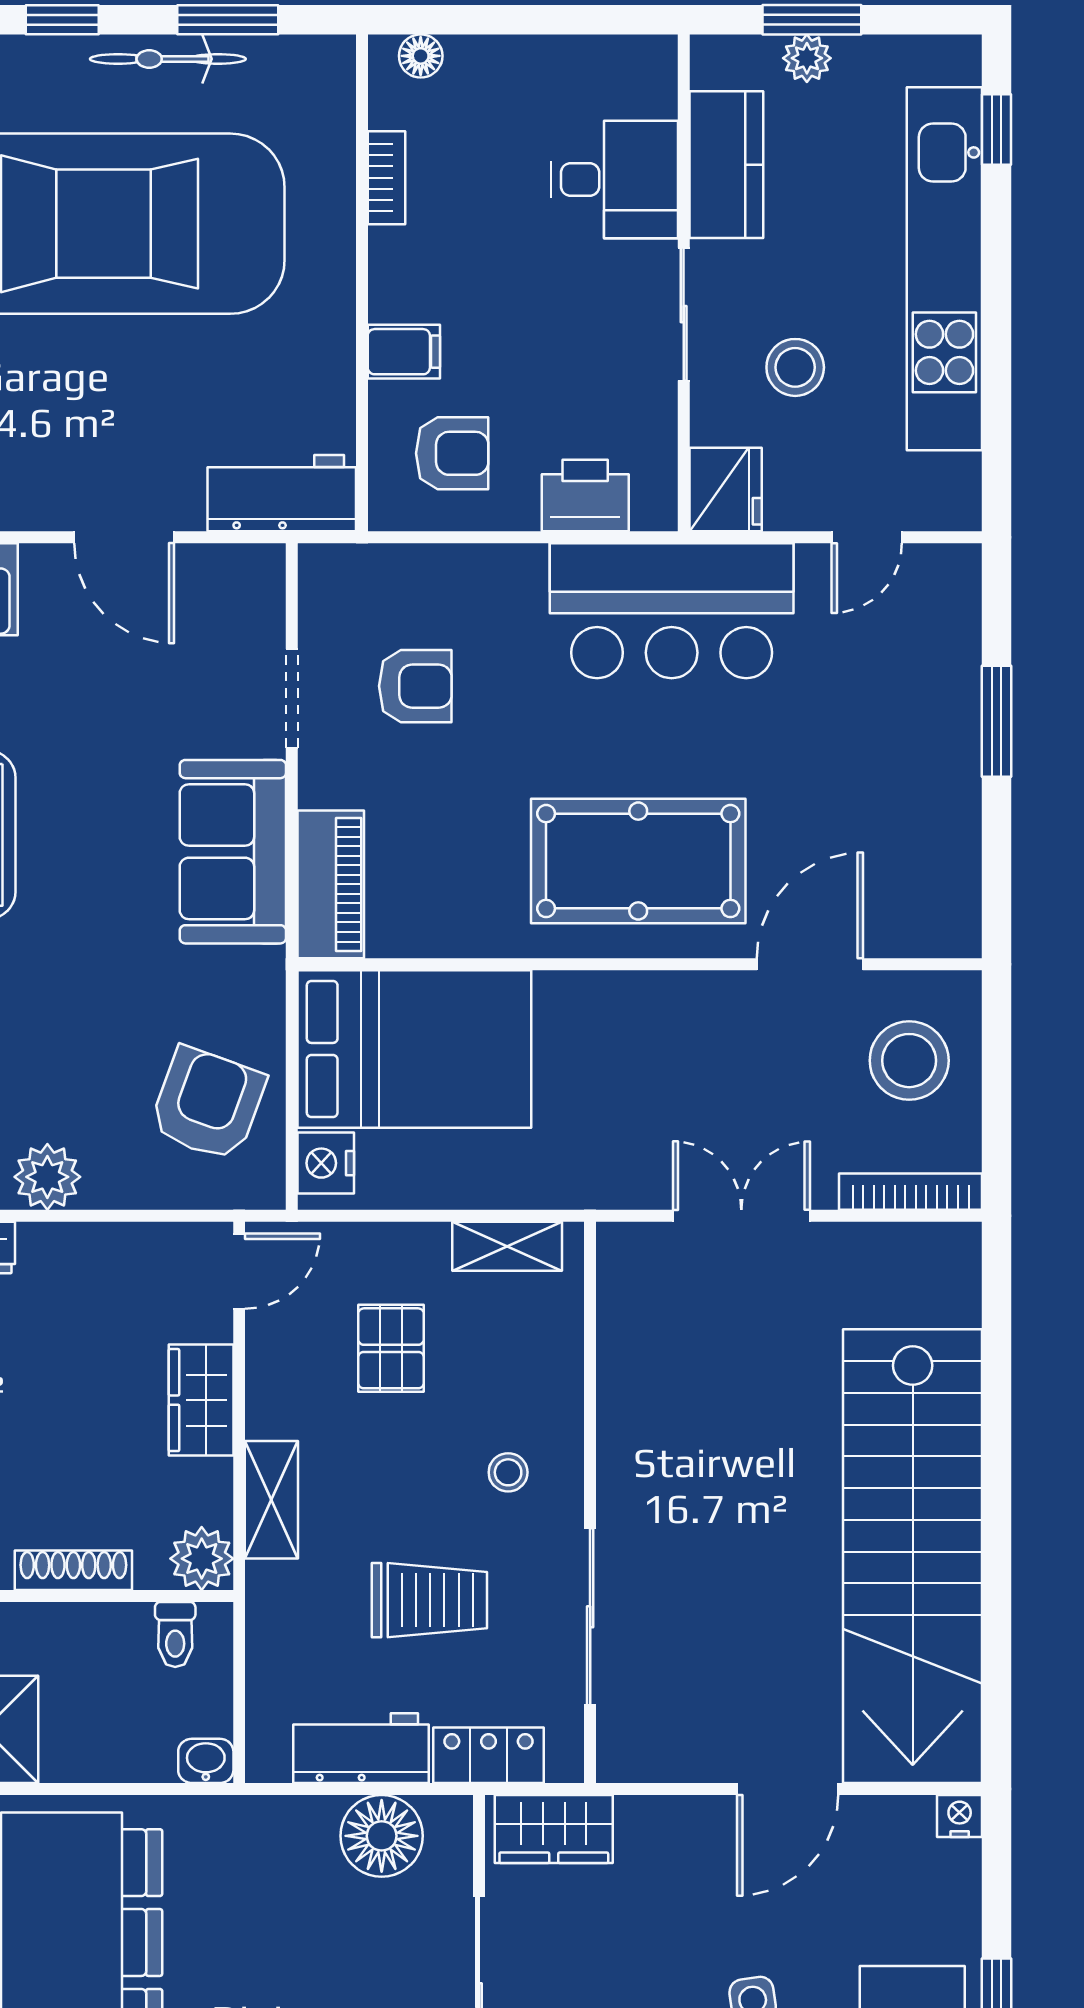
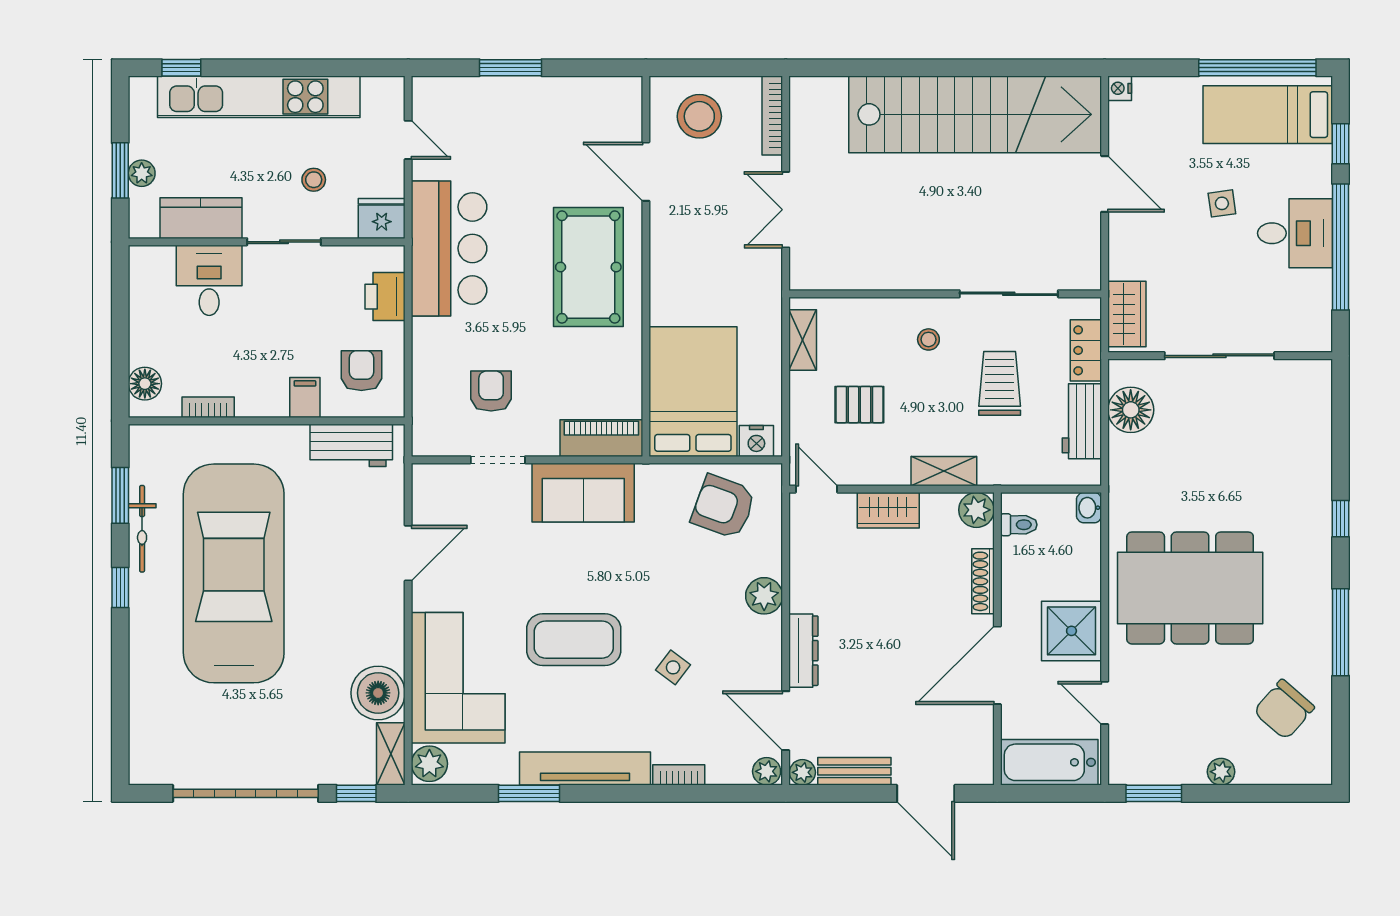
floor lamp: (421, 56) -> (145, 384), width x1.37, depth x1.37
stool: (795, 367) -> (314, 180), width x0.73, depth x0.73
workbench: (282, 493) -> (351, 445), moved, turned -90

